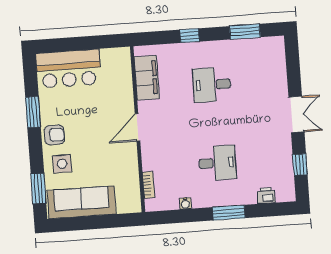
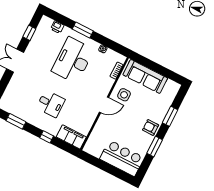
filing cabinet: (147, 78) -> (71, 137), moved, turned 90
desk: (217, 163) -> (73, 60), width x1.87, depth x1.30
side table: (62, 164) -> (124, 95), moved
window: (38, 189) -> (170, 116), moved
sofa: (82, 202) -> (145, 76), moved

